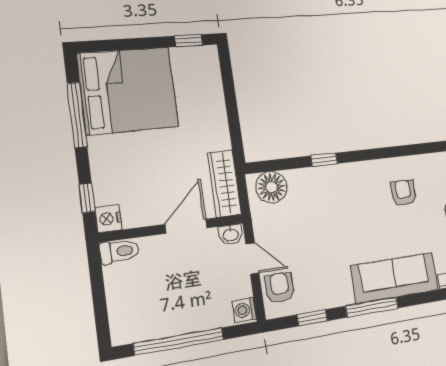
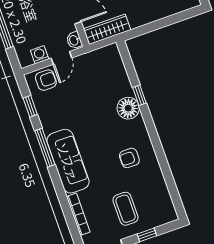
floor lamp: (272, 187) -> (128, 108), moved
armchair: (403, 193) -> (129, 158), turned 180
washing machine: (244, 310) -> (40, 55), moved

